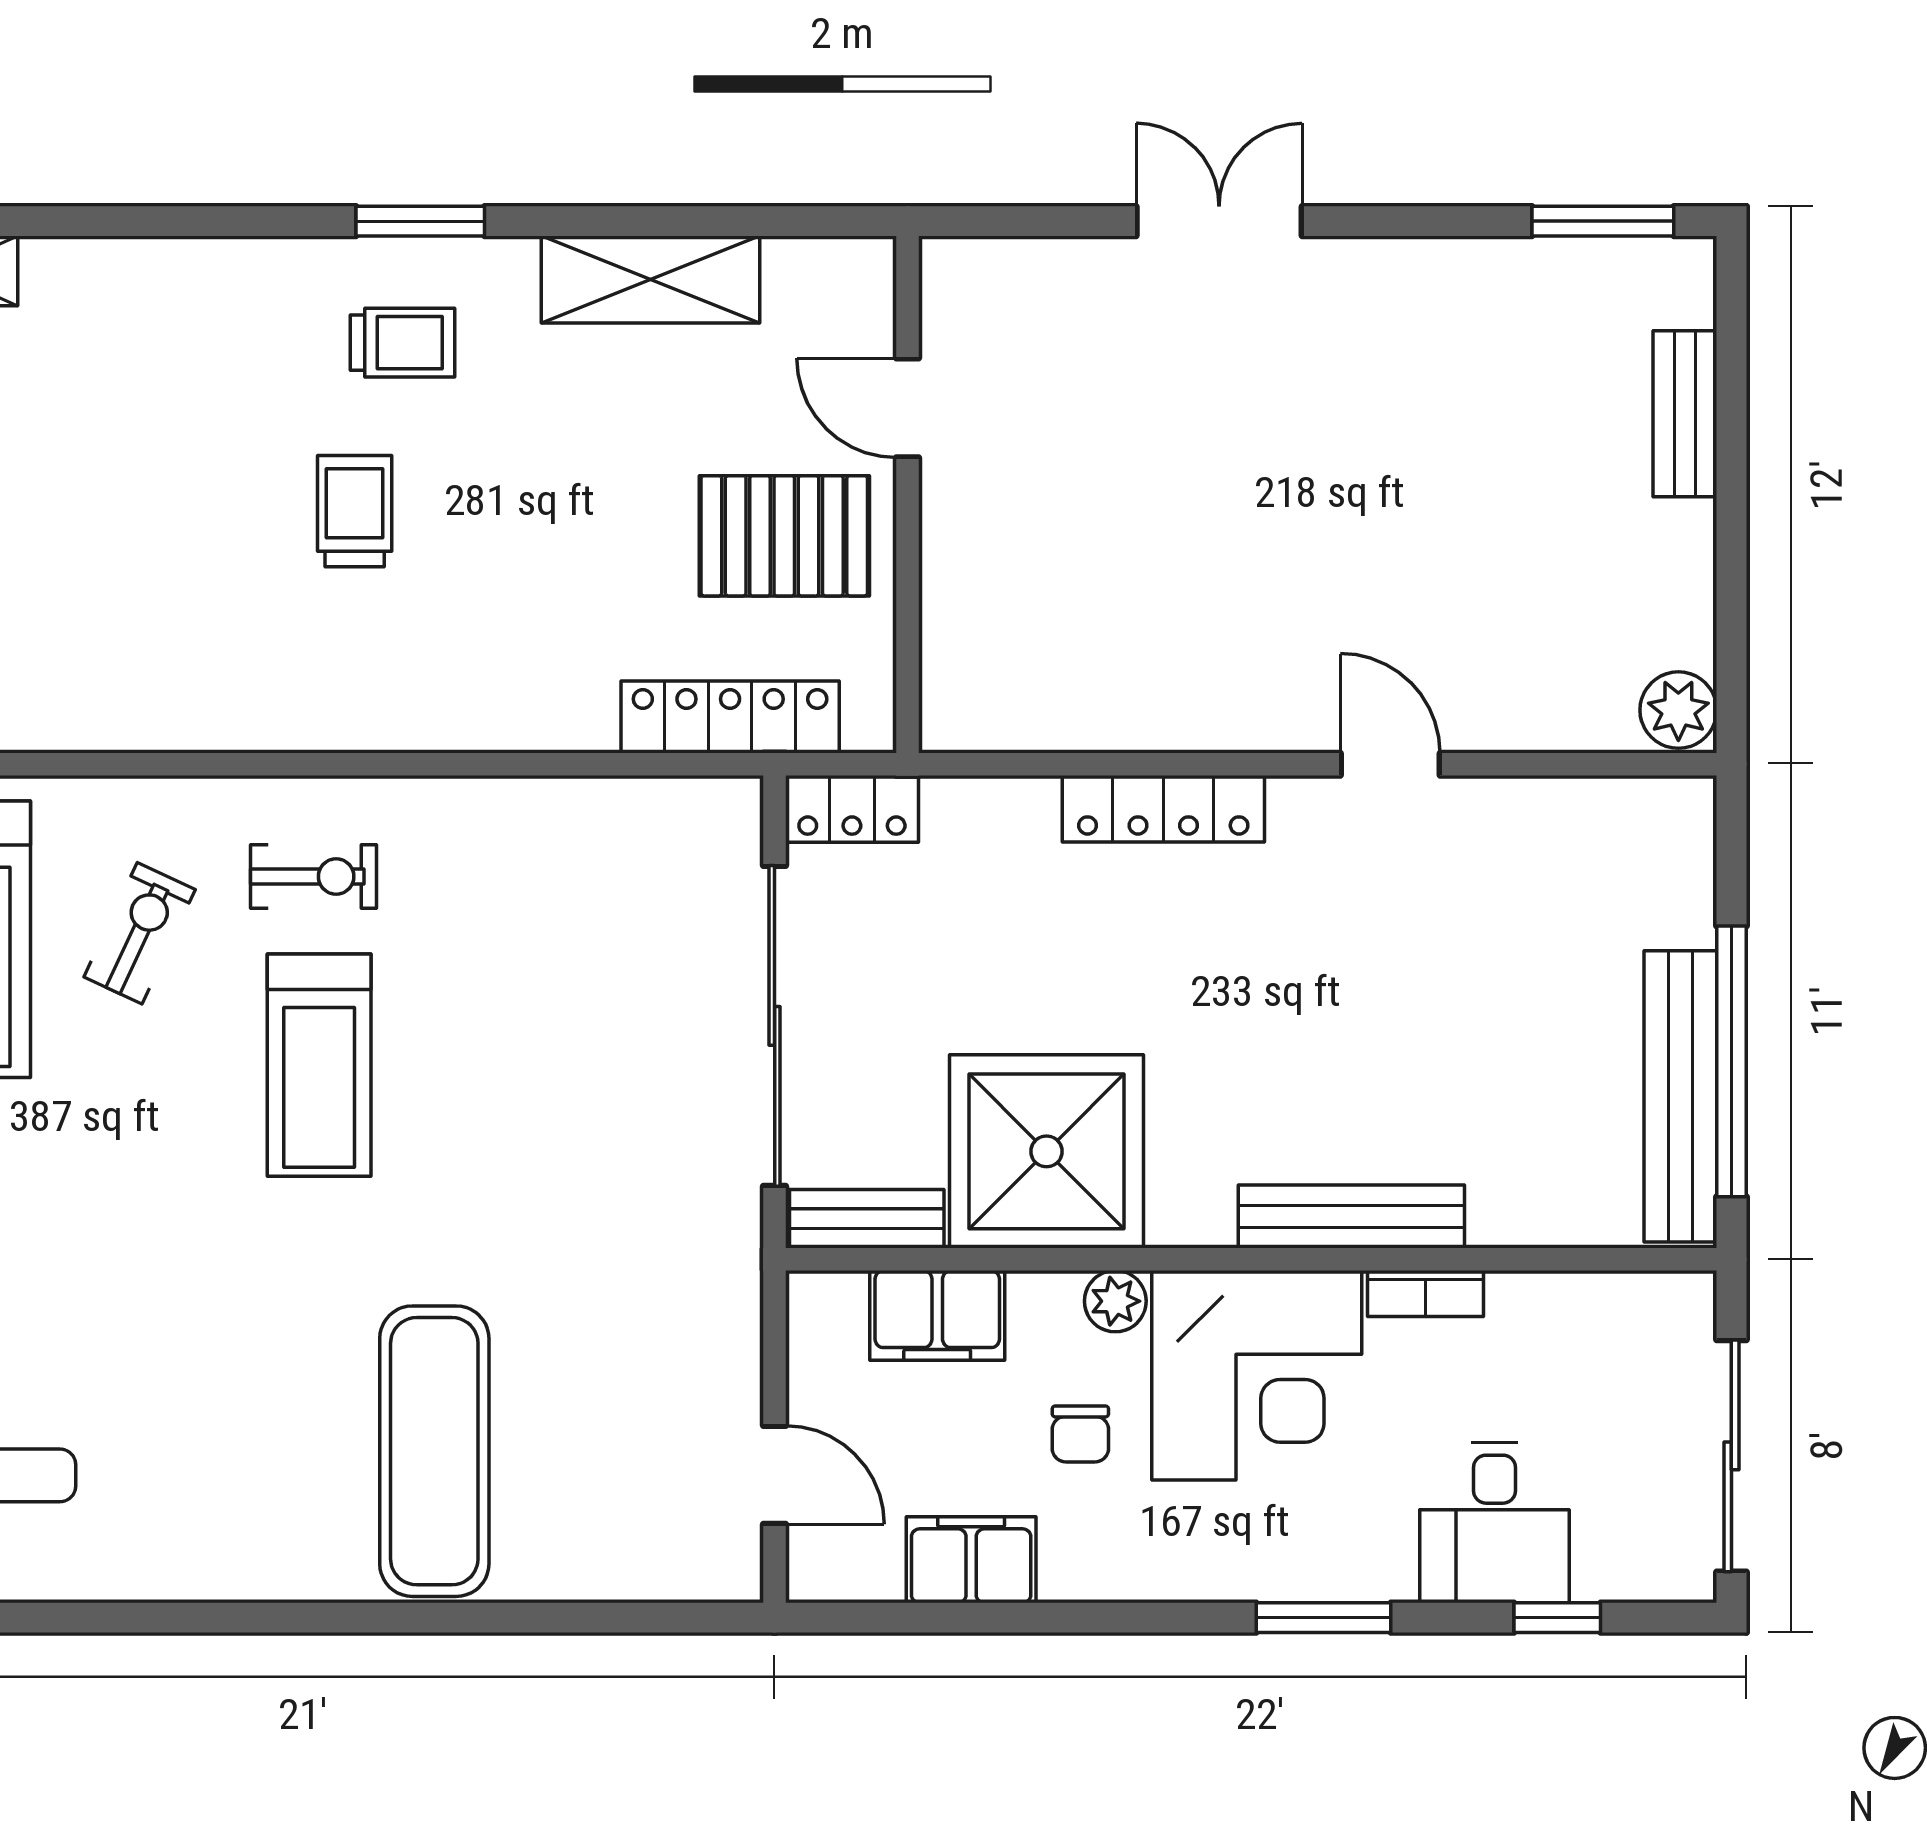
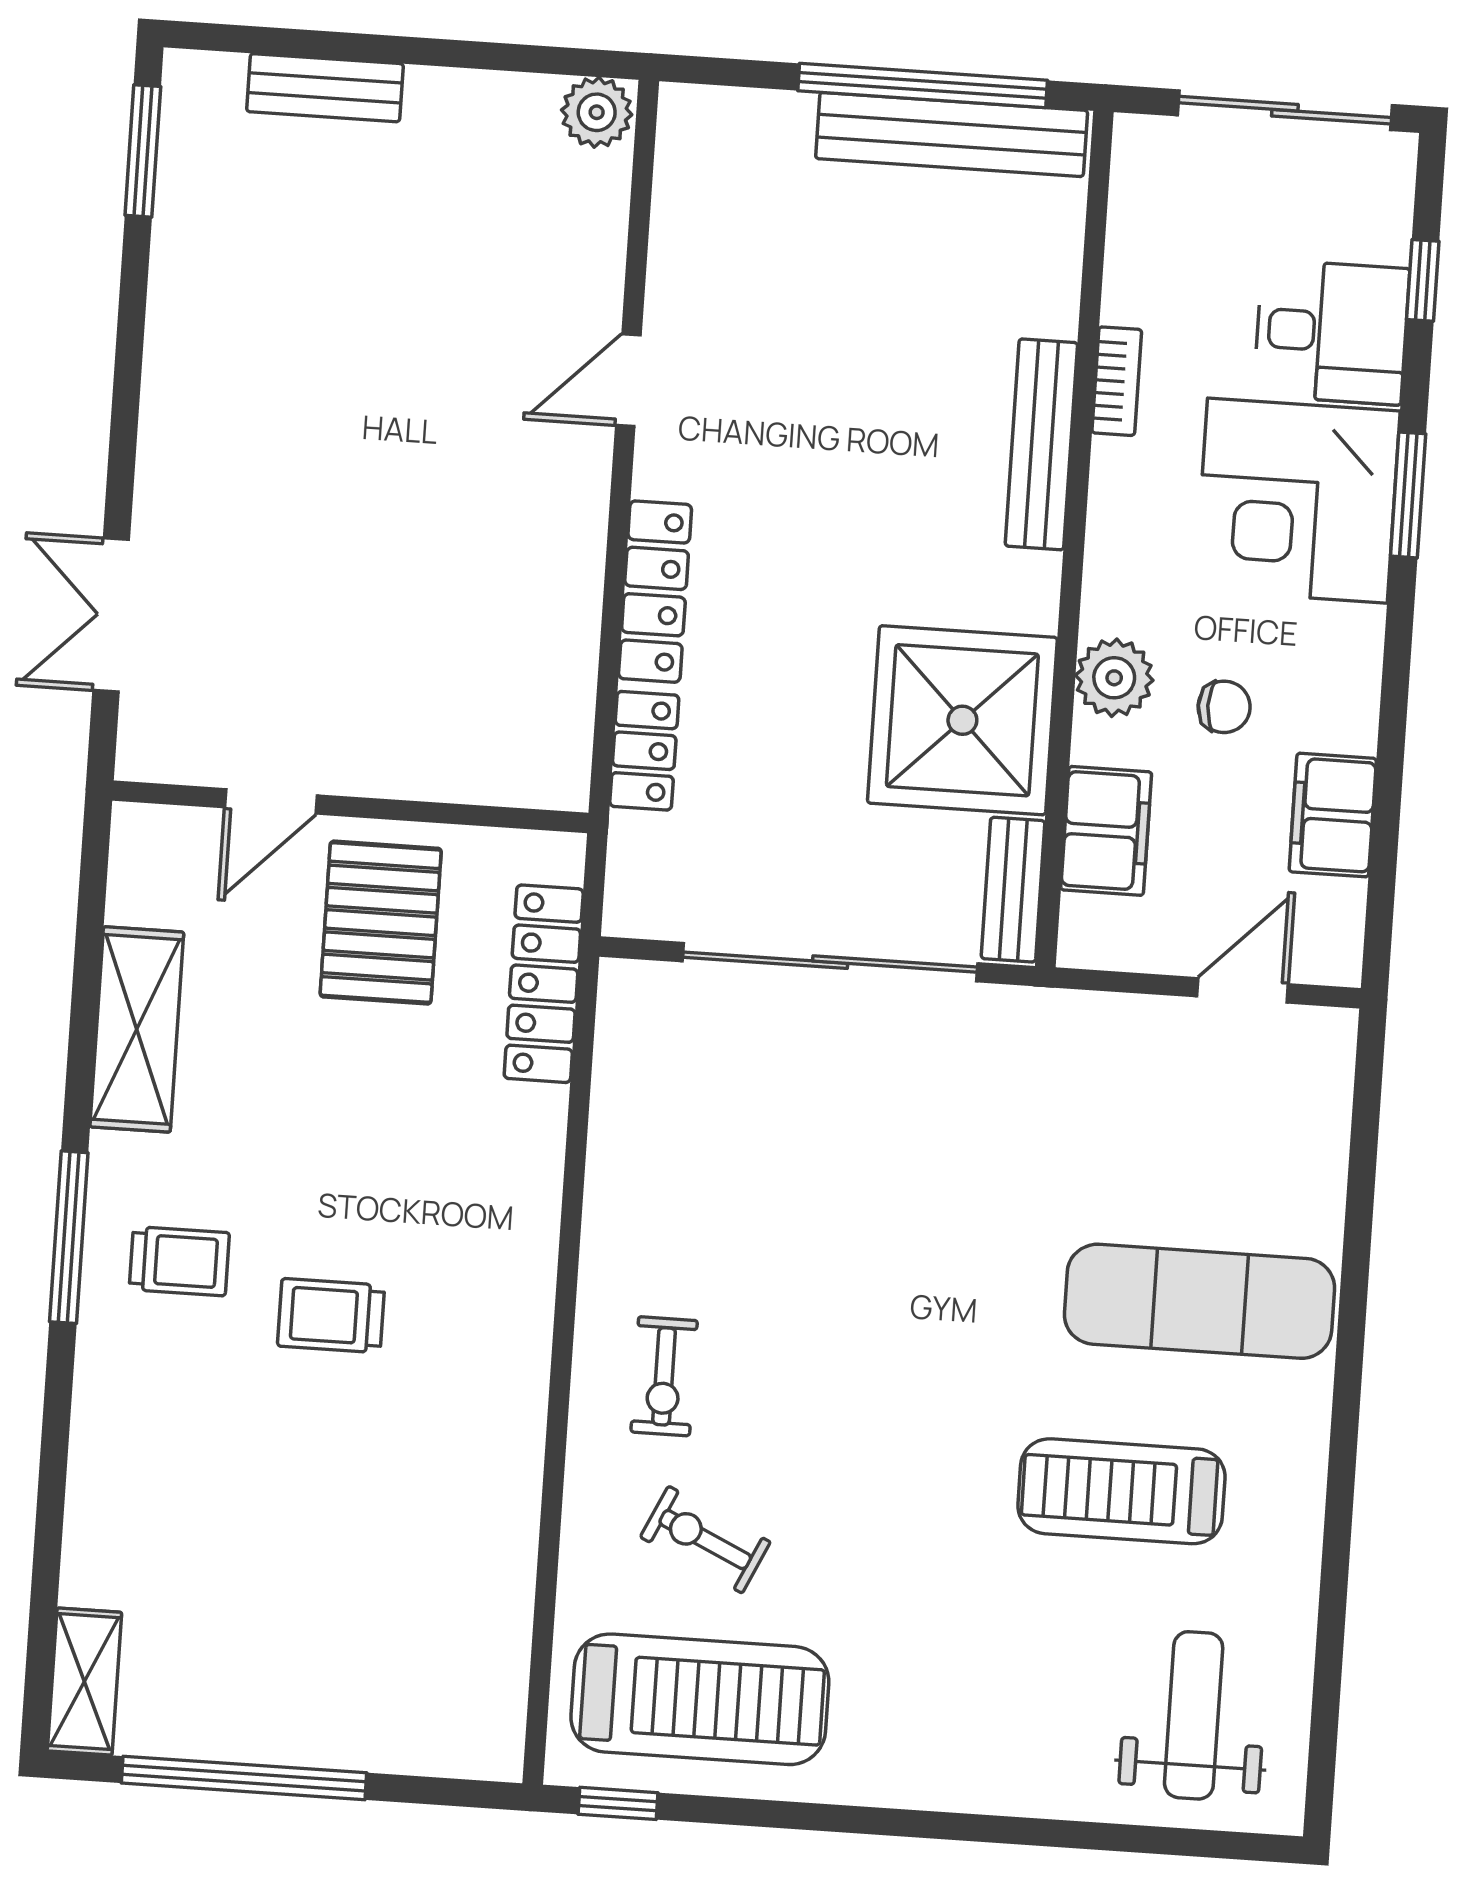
window: (420, 221) -> (69, 1237), width x1.44
double door: (1219, 221) -> (111, 615), moved
trolley: (402, 343) -> (179, 1261), turned 90
locker: (852, 809) -> (644, 751), moved
exercise bike: (313, 876) -> (664, 1376), turned 180
treadmill: (319, 1065) -> (1121, 1491), moved, turned 180
plant: (1115, 1301) -> (1114, 678), width x1.38, depth x1.38
corner desk: (1257, 1375) -> (1297, 501), moved, turned 180

